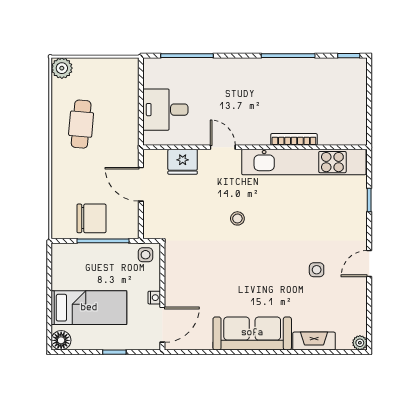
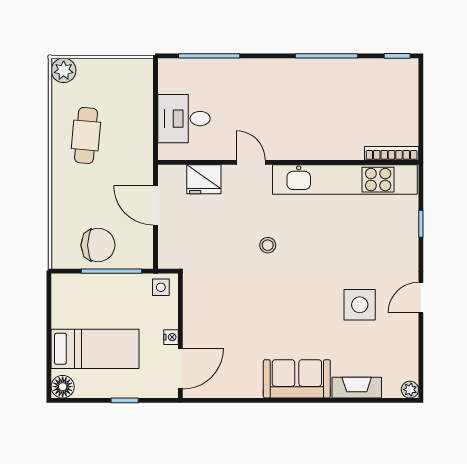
bookcase: (294, 139) -> (392, 153), moved
side table: (317, 270) -> (360, 305), width x1.87, depth x1.87
sofa: (252, 333) -> (297, 379), width x0.73

